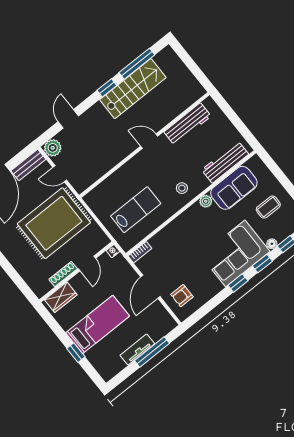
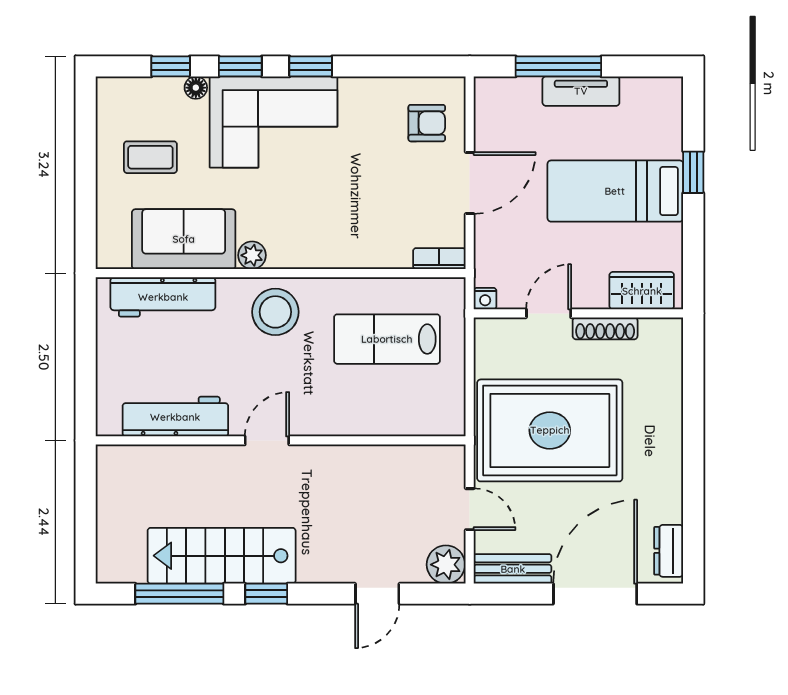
door: (149, 141) -> (267, 440), swing flipped
stool: (182, 188) -> (275, 312), width x1.89, depth x1.89

